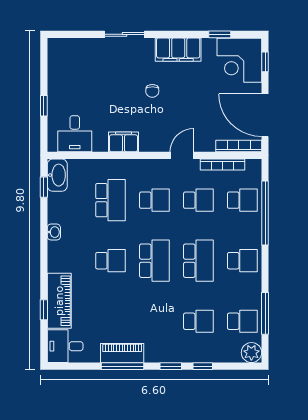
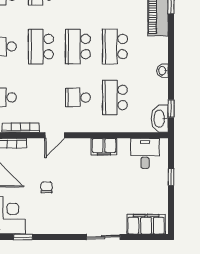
filing cabinet: (178, 50) -> (146, 224), moved
chair: (152, 91) -> (47, 187), moved
school desk: (198, 200) -> (41, 97), removed
school desk: (110, 261) -> (115, 47), width x1.85

